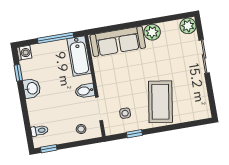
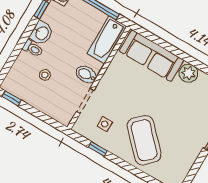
coffee table: (160, 102) -> (144, 140), turned -53
stool: (81, 129) -> (45, 75), moved
toilet: (39, 131) -> (33, 49), moved

